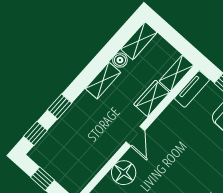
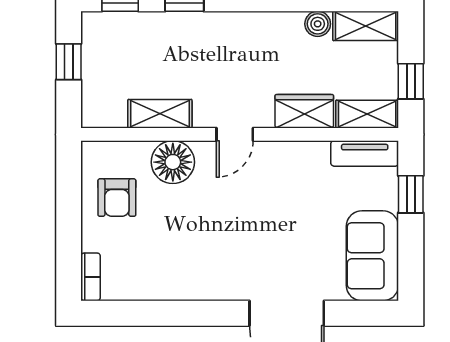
window: (179, 43) -> (411, 81), added
shelving: (103, 80) -> (160, 114), moved

